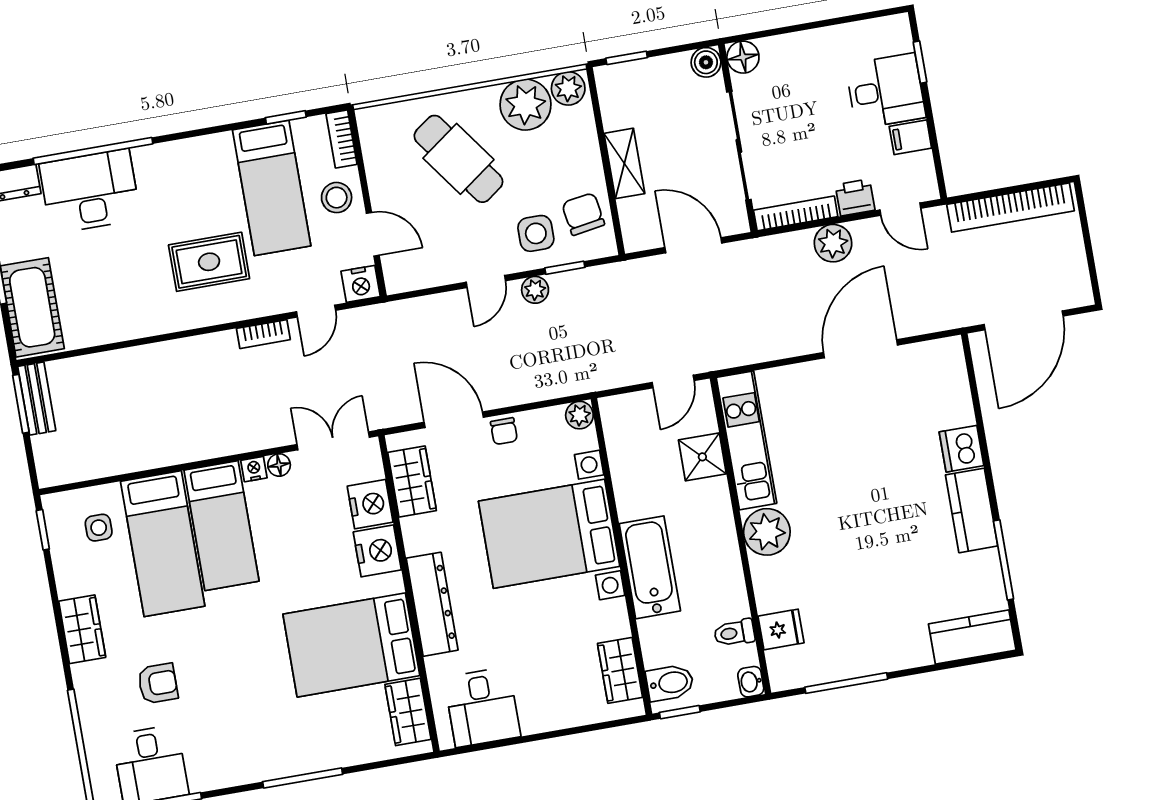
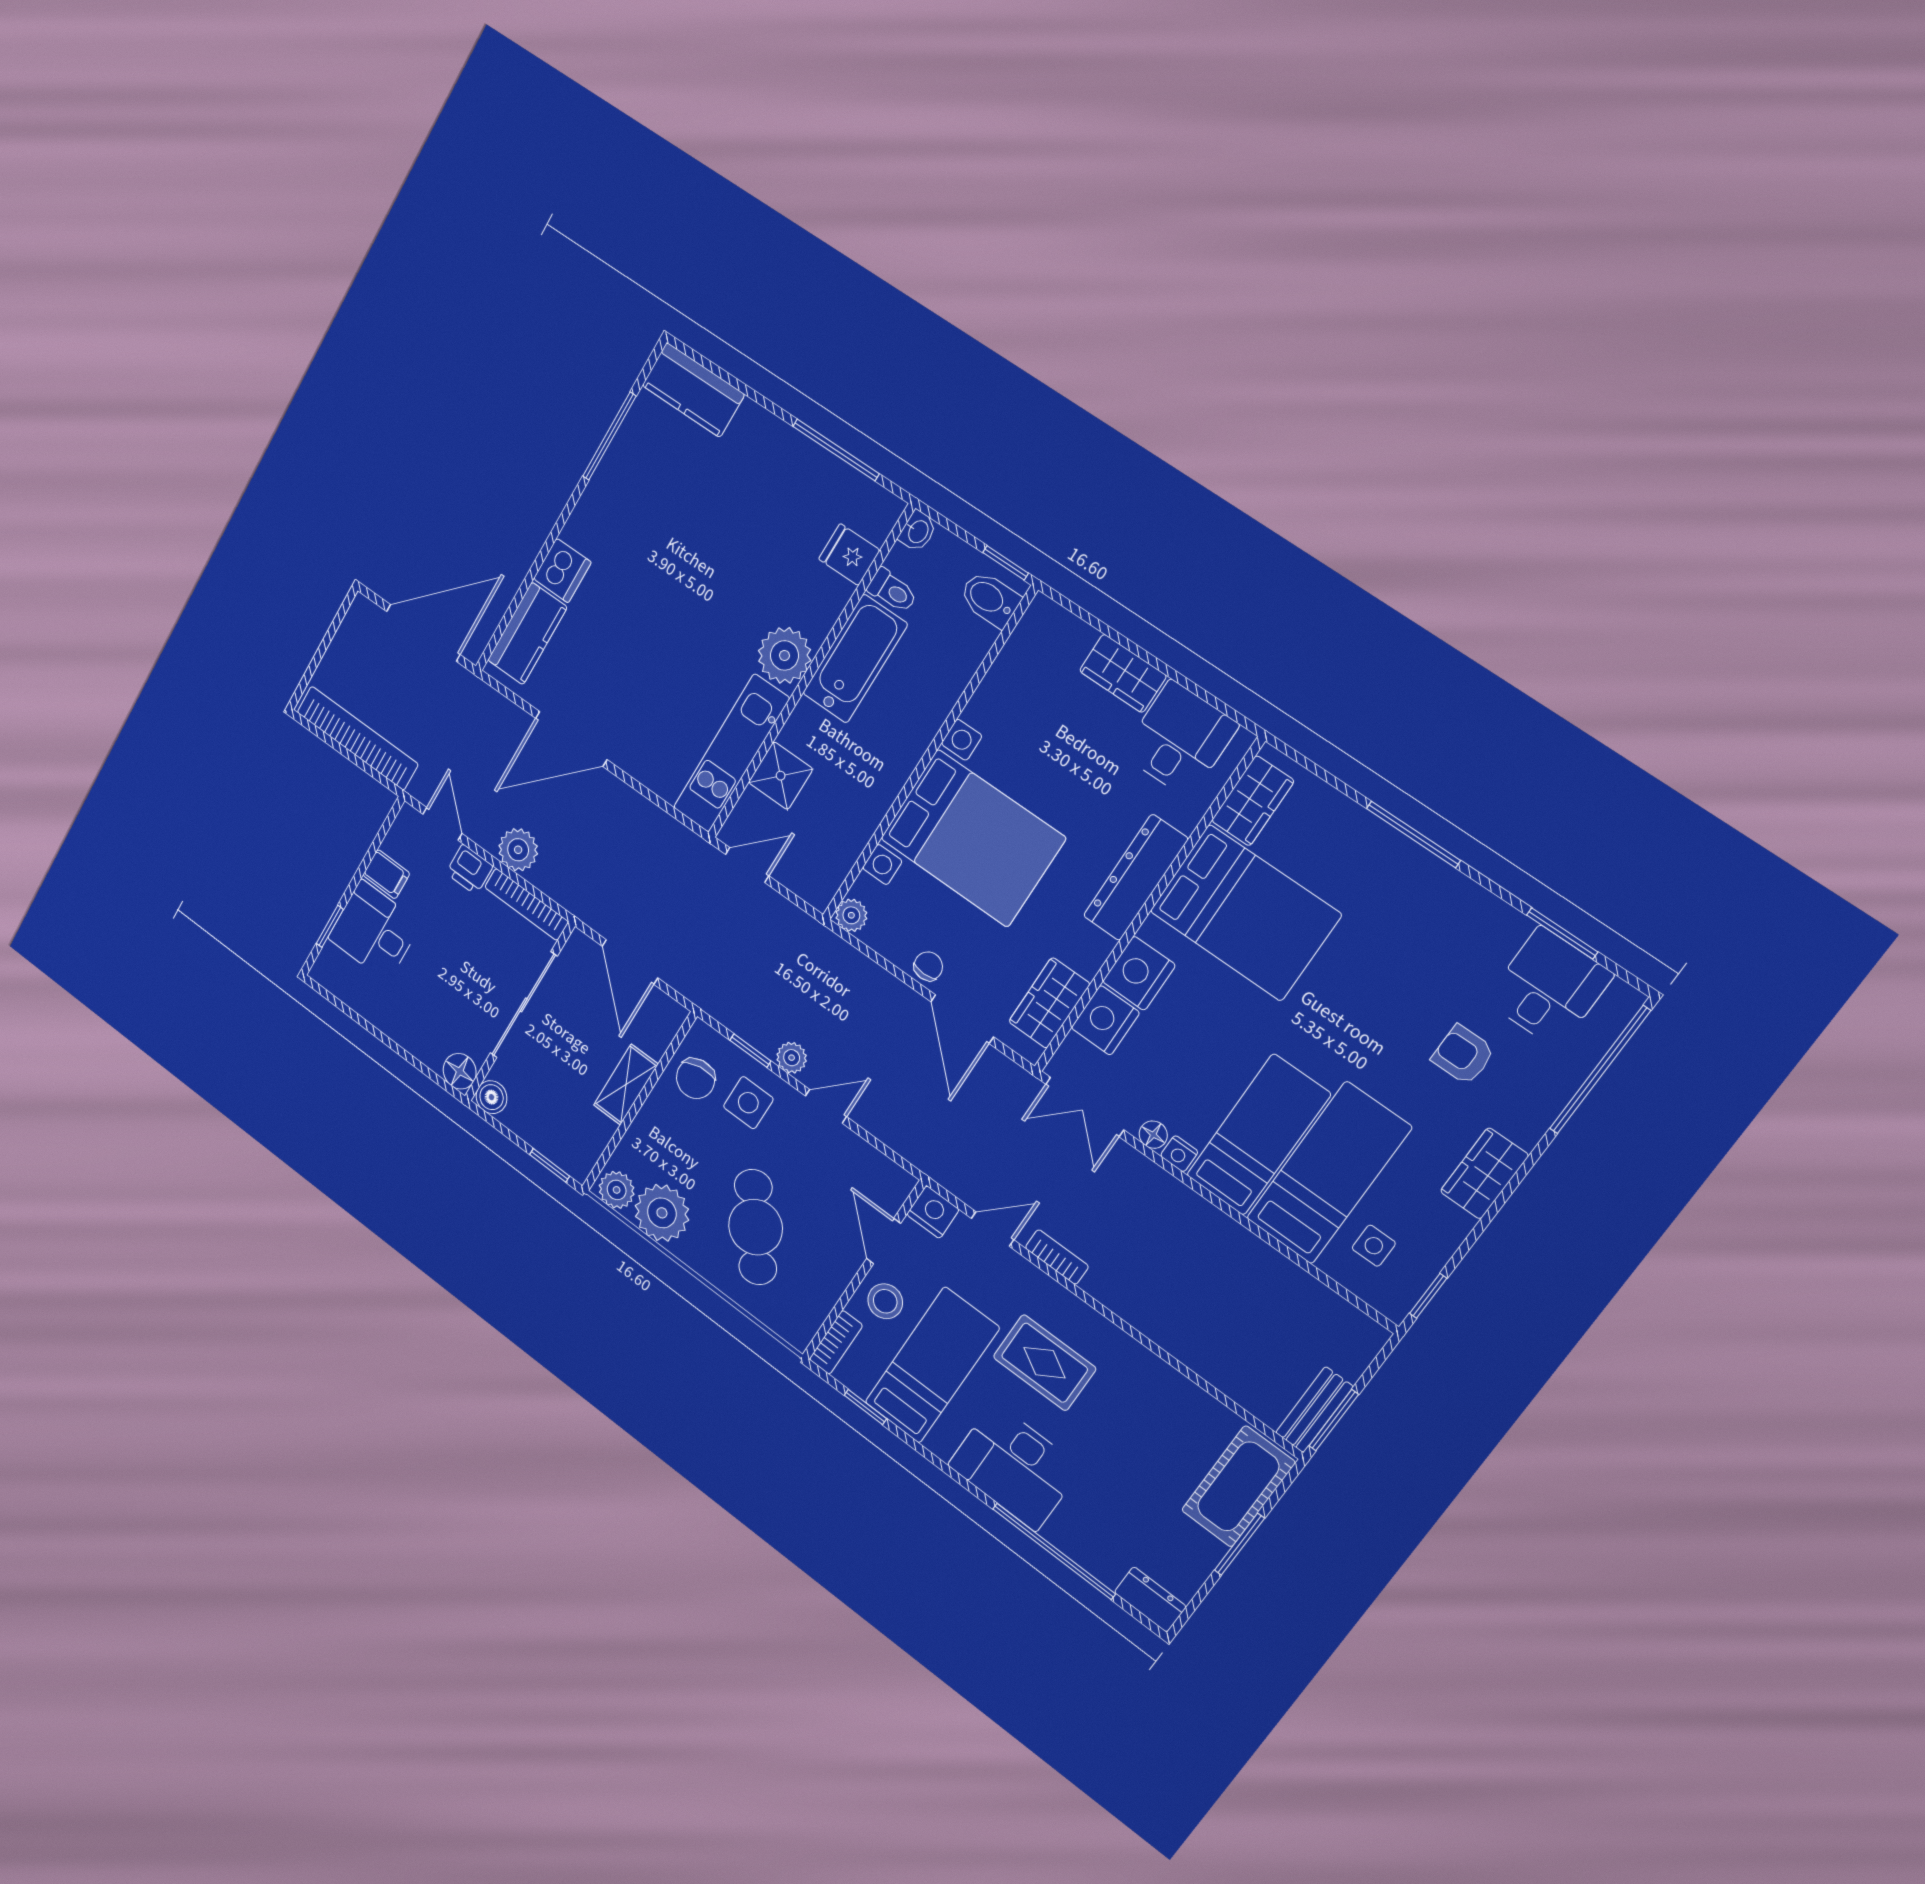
desk: (90, 191) -> (1015, 1466), moved
kitchen counter: (972, 510) -> (527, 634), moved
bathtub: (650, 567) -> (855, 659), moved, turned 180
wardrobe: (620, 670) -> (1123, 673), moved, turned 90

